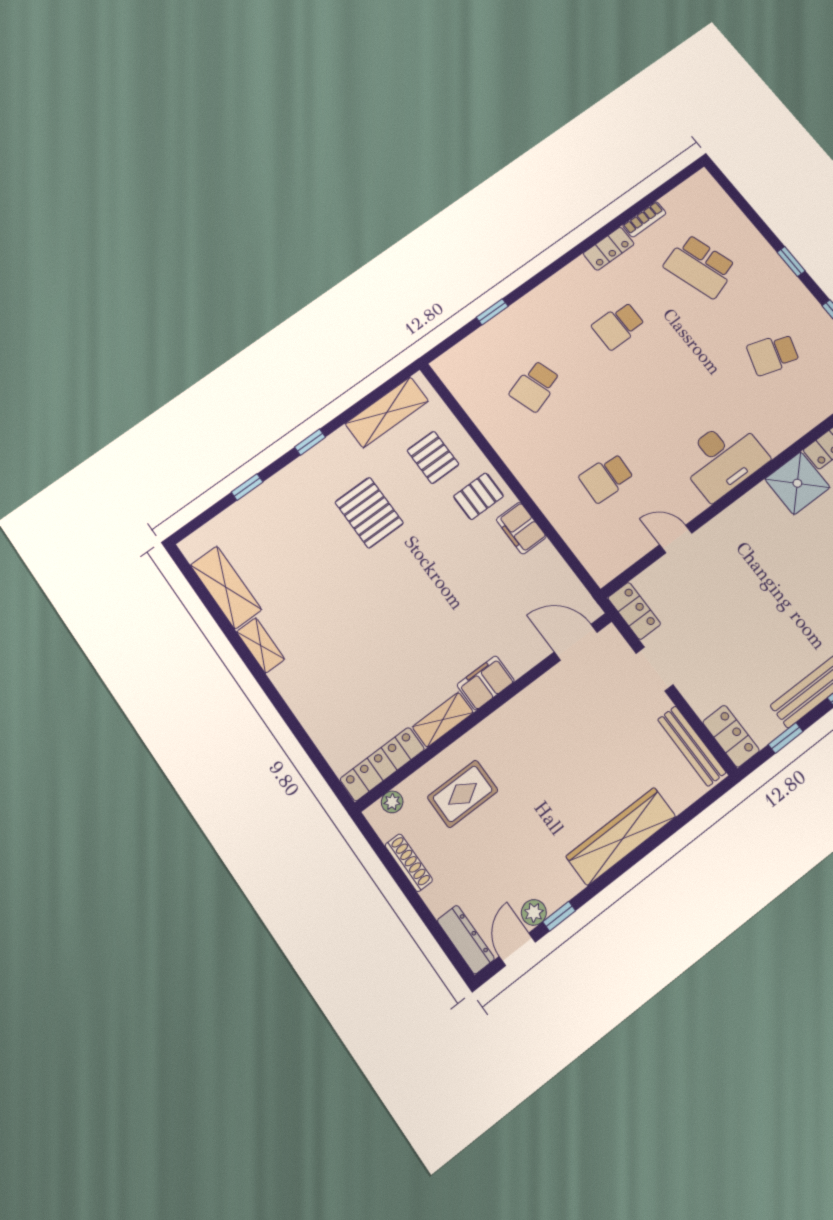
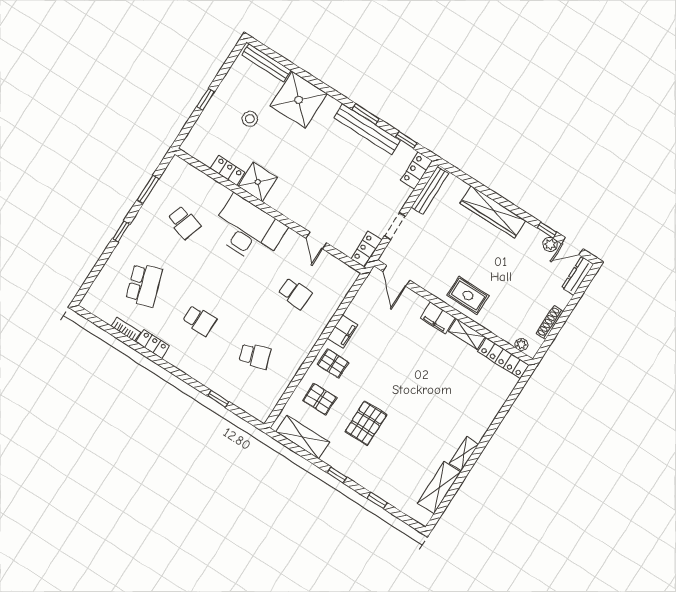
pallet: (433, 457) -> (320, 399), turned 90
desk: (723, 459) -> (248, 230), width x1.36, depth x1.30
rug: (463, 794) -> (468, 295), moved

